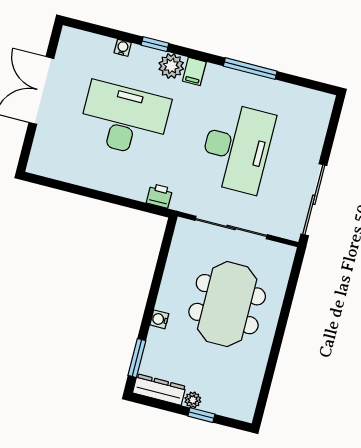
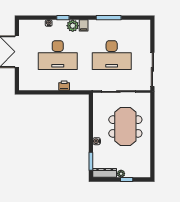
desk: (124, 119) -> (58, 55), turned 180
desk: (237, 148) -> (112, 55), turned 90
printer: (159, 196) -> (64, 86), moved

